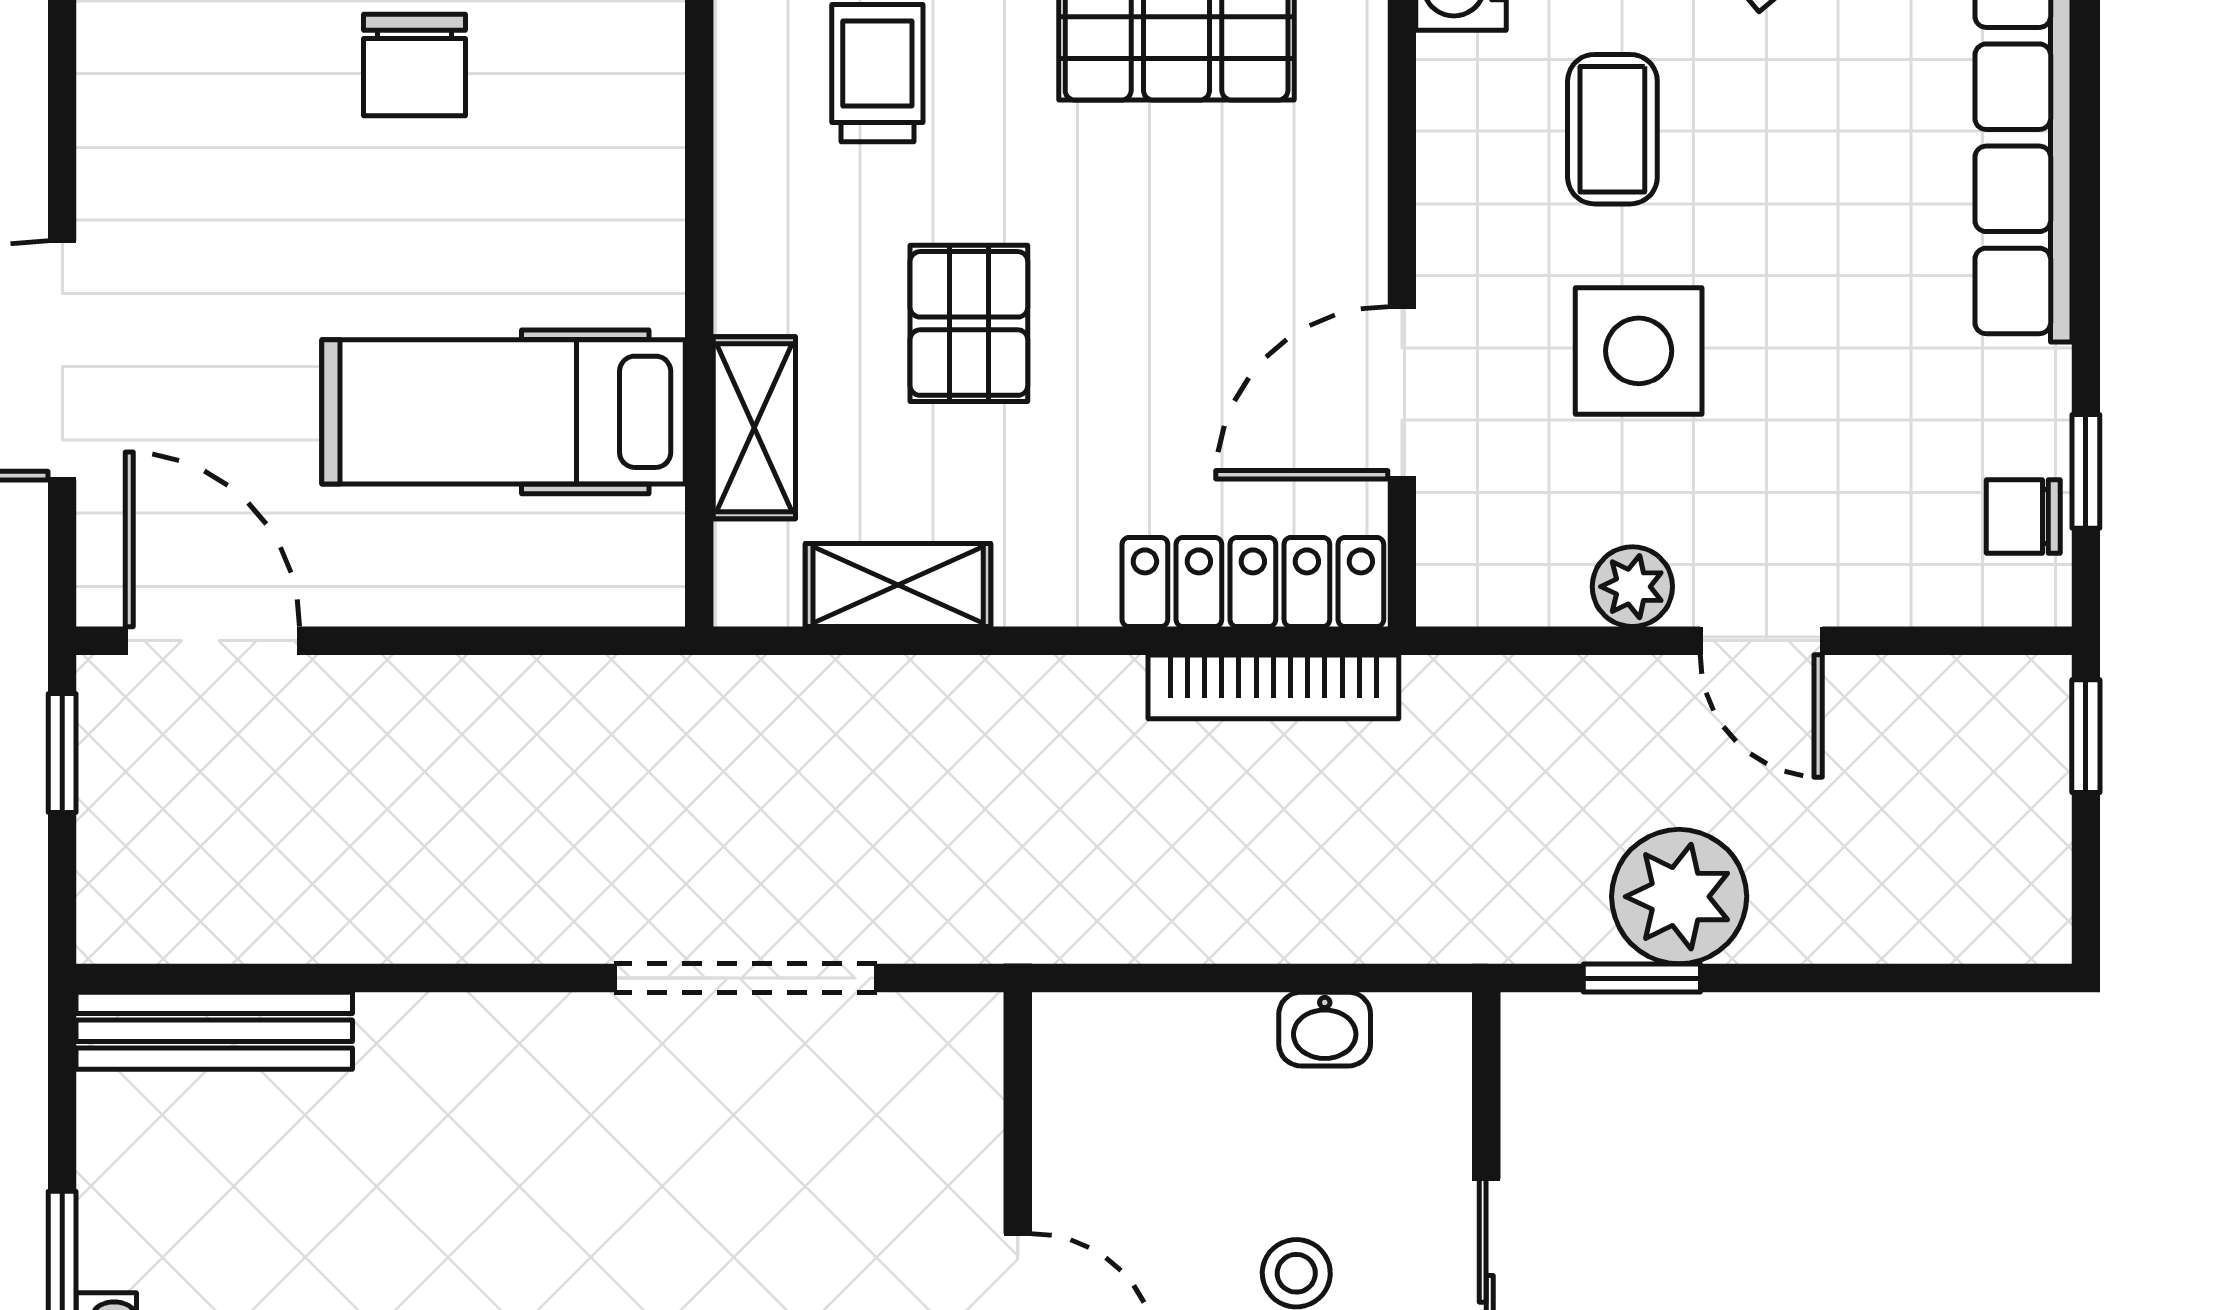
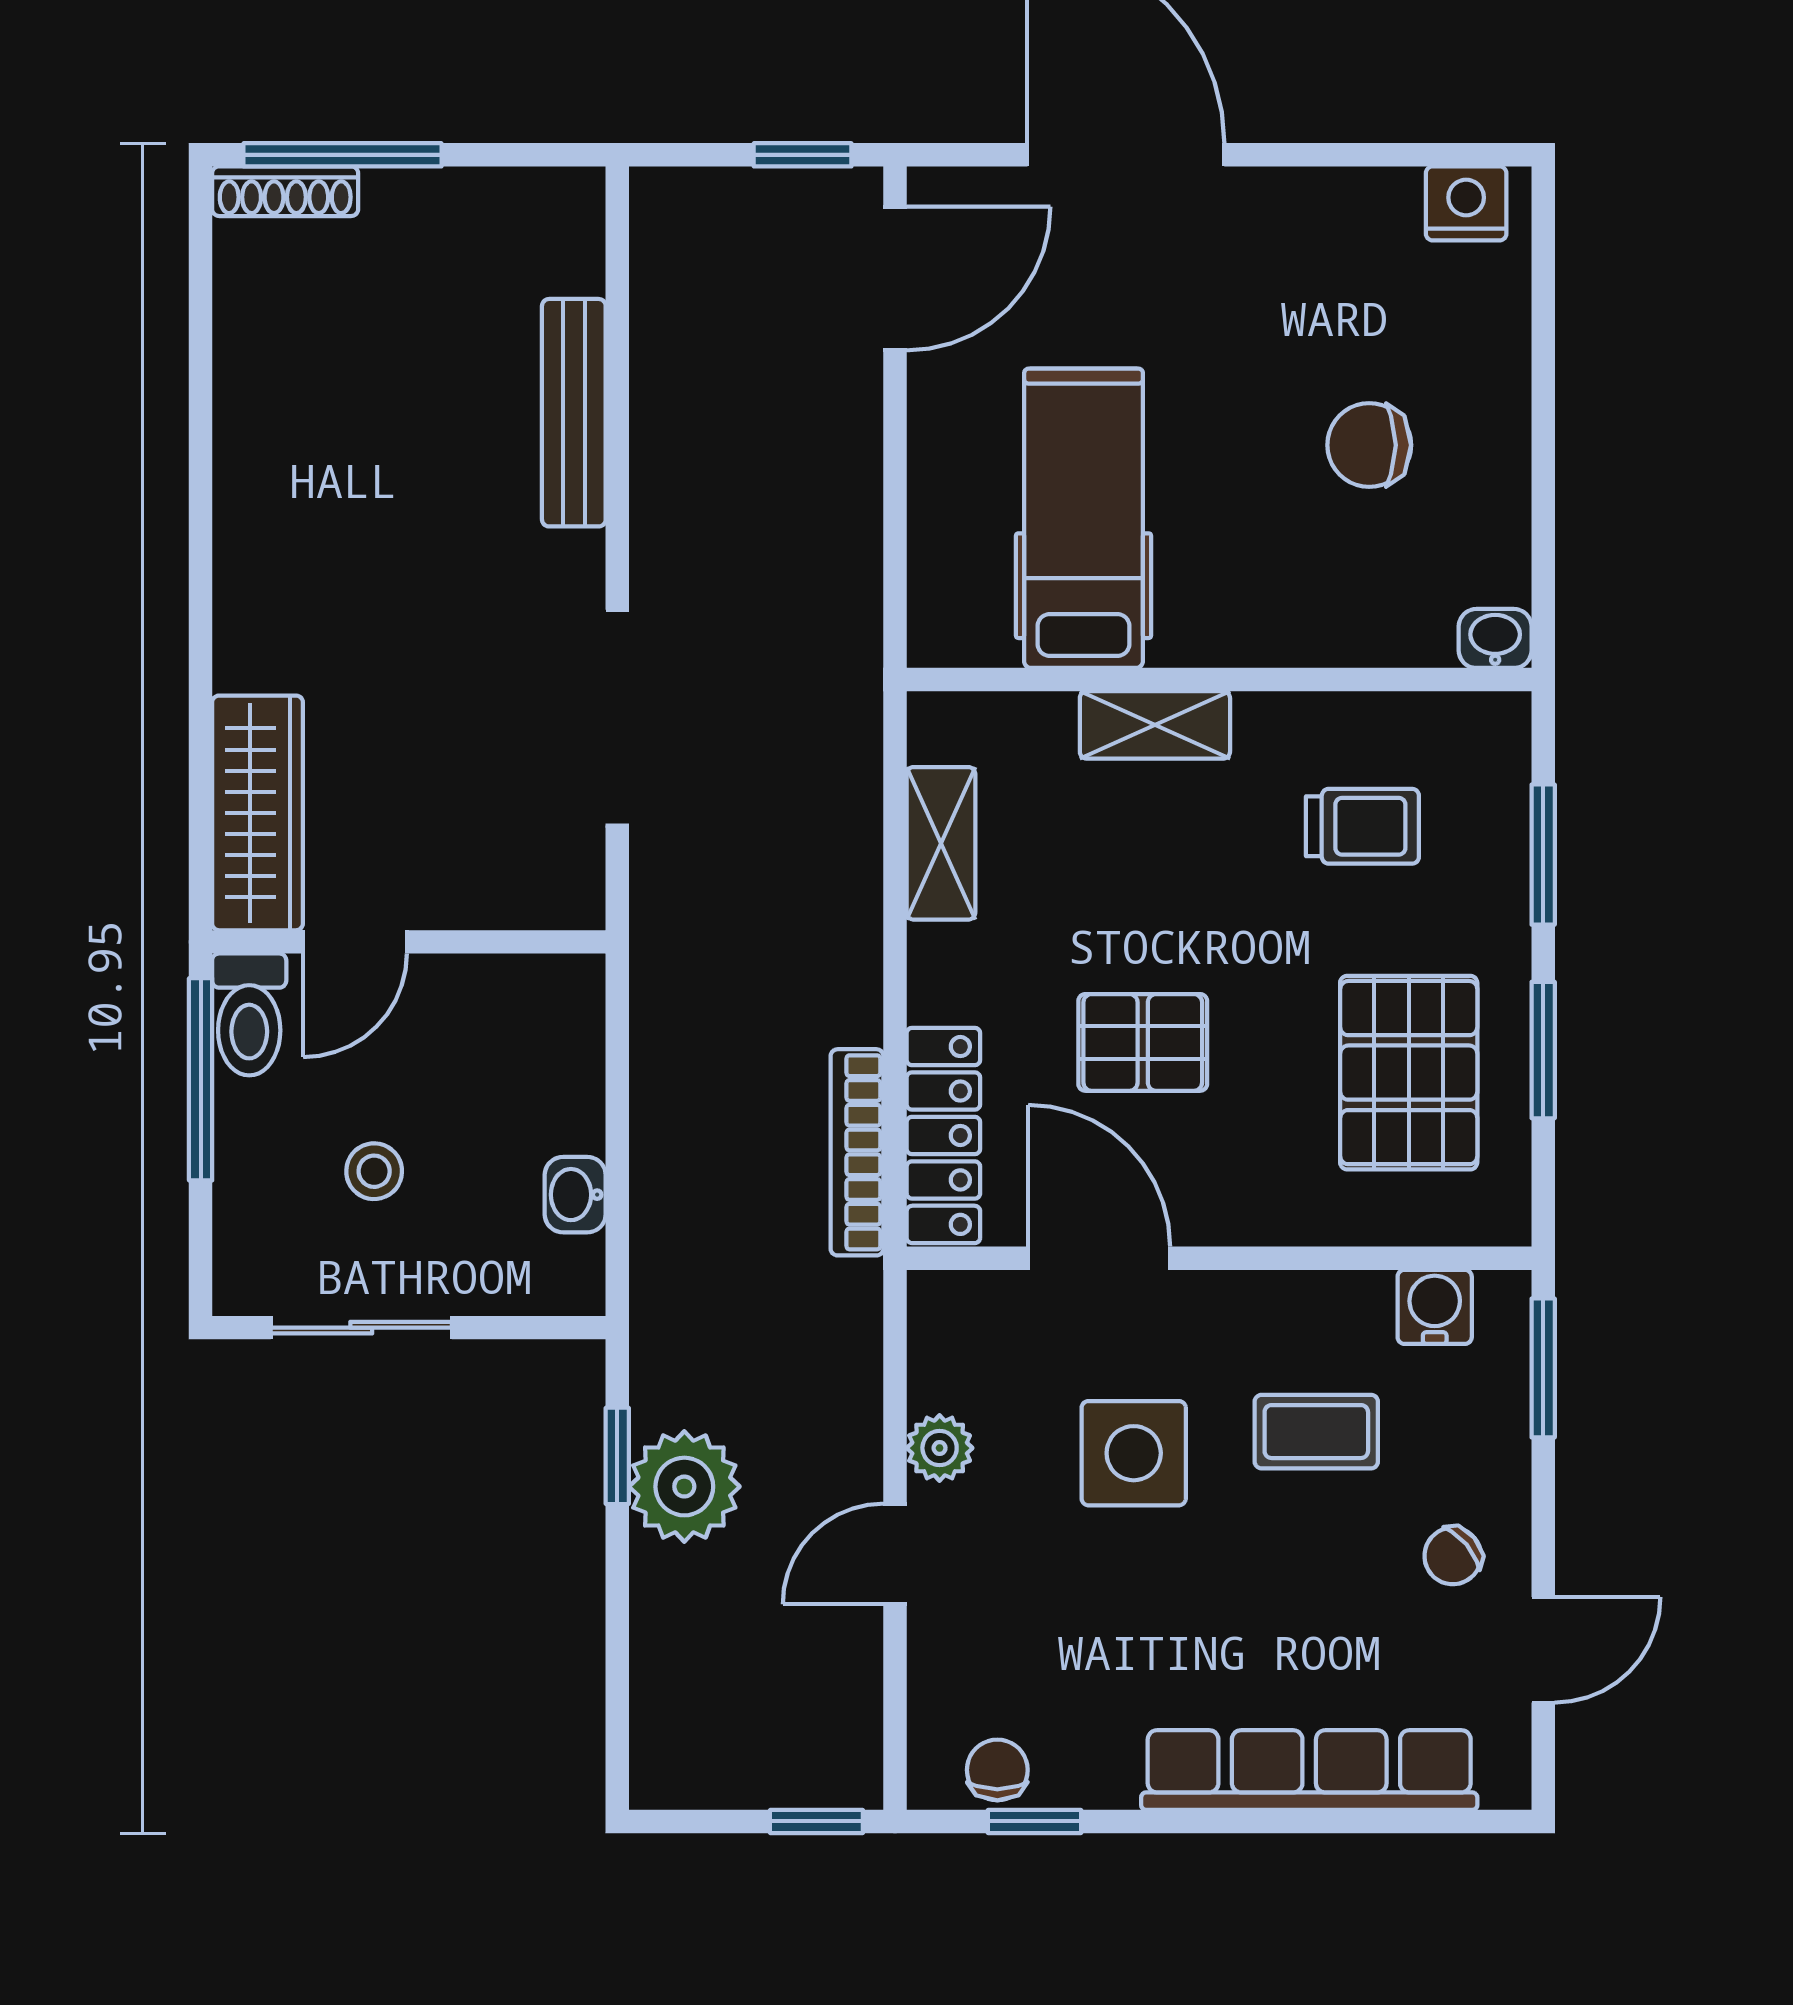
pallet: (969, 323) -> (1143, 1042), moved
shelving: (754, 428) -> (1155, 725), moved
bench: (214, 1031) -> (574, 413), moved

